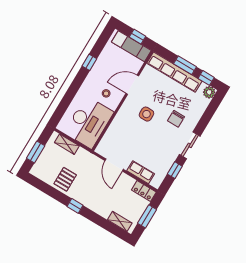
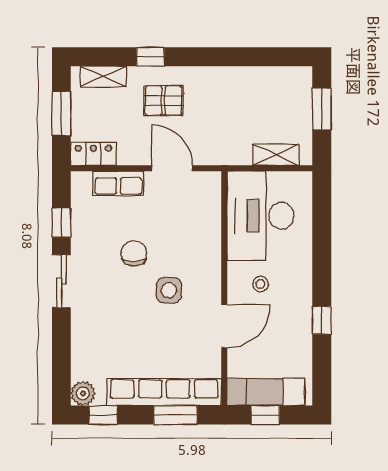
window: (185, 65) -> (175, 415), moved
chair: (176, 119) -> (134, 253), moved
pallet: (65, 179) -> (163, 101), moved, turned 90
window: (75, 206) -> (150, 57), moved

